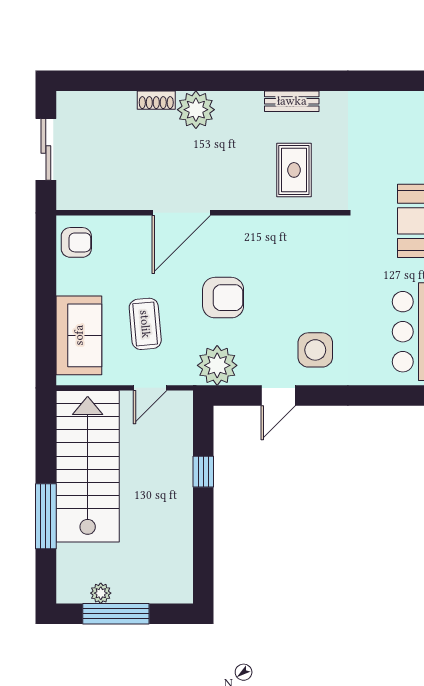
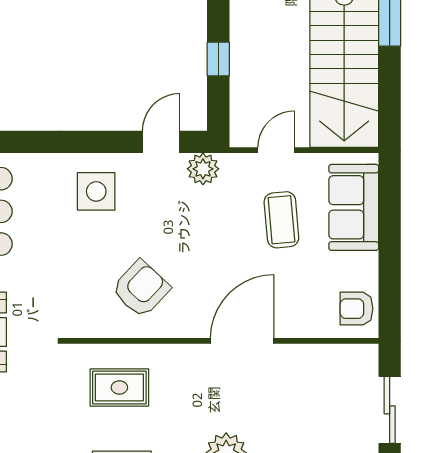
rug: (294, 170) -> (119, 387), turned 90
armchair: (223, 298) -> (141, 289), moved, turned 133
plant: (217, 365) -> (203, 169), width x0.73, depth x0.73
door: (278, 396) -> (161, 142), moved

